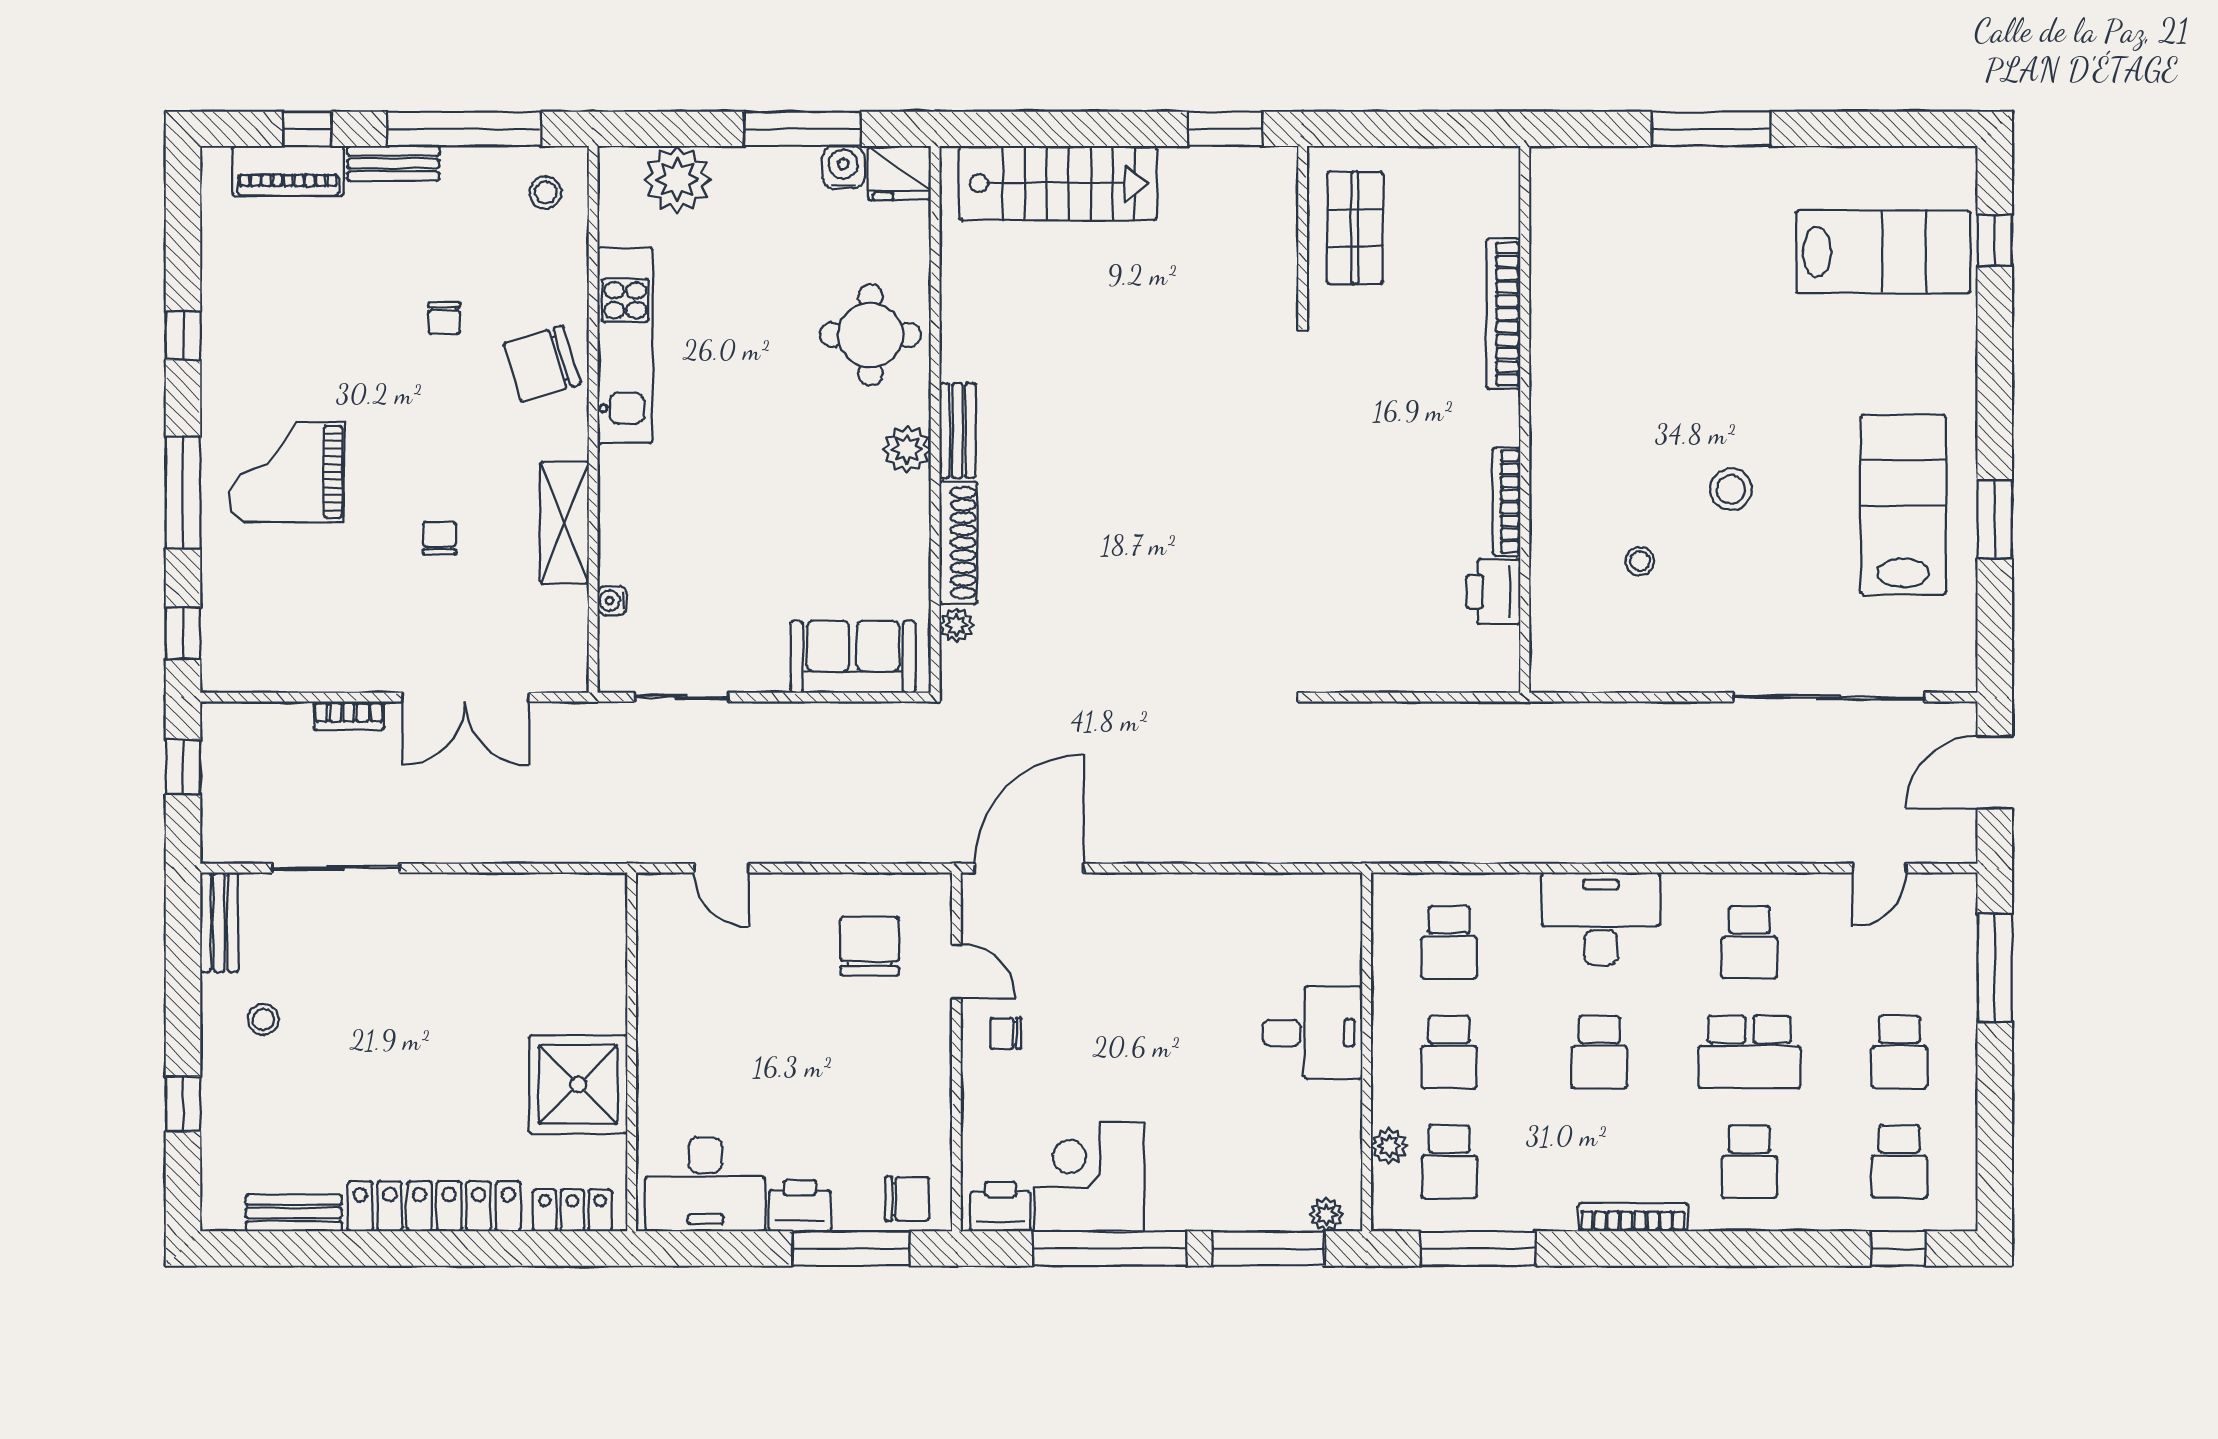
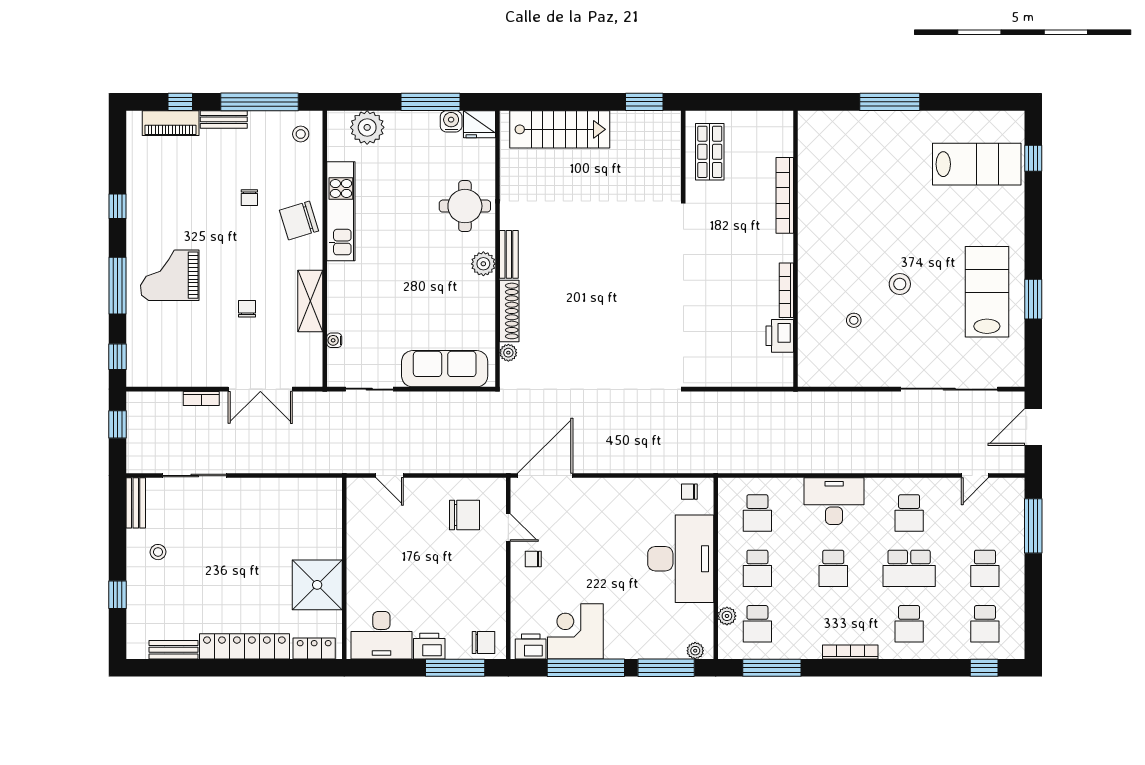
sofa: (853, 657) -> (445, 369), width x1.36
chair: (1315, 900) -> (689, 492), added
chair: (870, 946) -> (464, 515), turned 90
desk: (1312, 1033) -> (681, 559), width x1.87, depth x1.30

